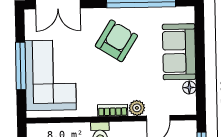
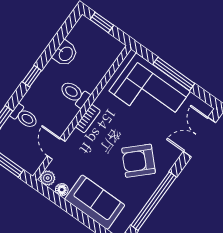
armchair: (116, 41) -> (139, 161), turned 104
plant: (137, 108) -> (48, 178), moved

